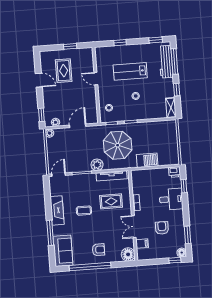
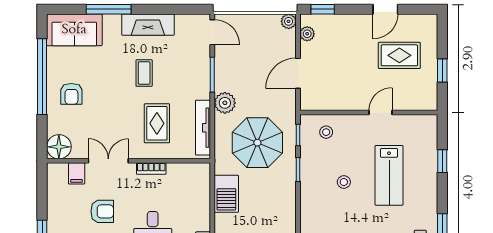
lab bench: (130, 71) -> (389, 175), turned 180
door: (78, 126) -> (298, 73), swing flipped

